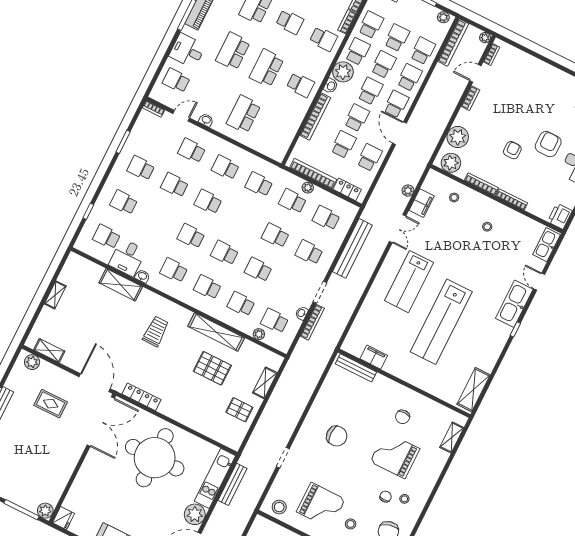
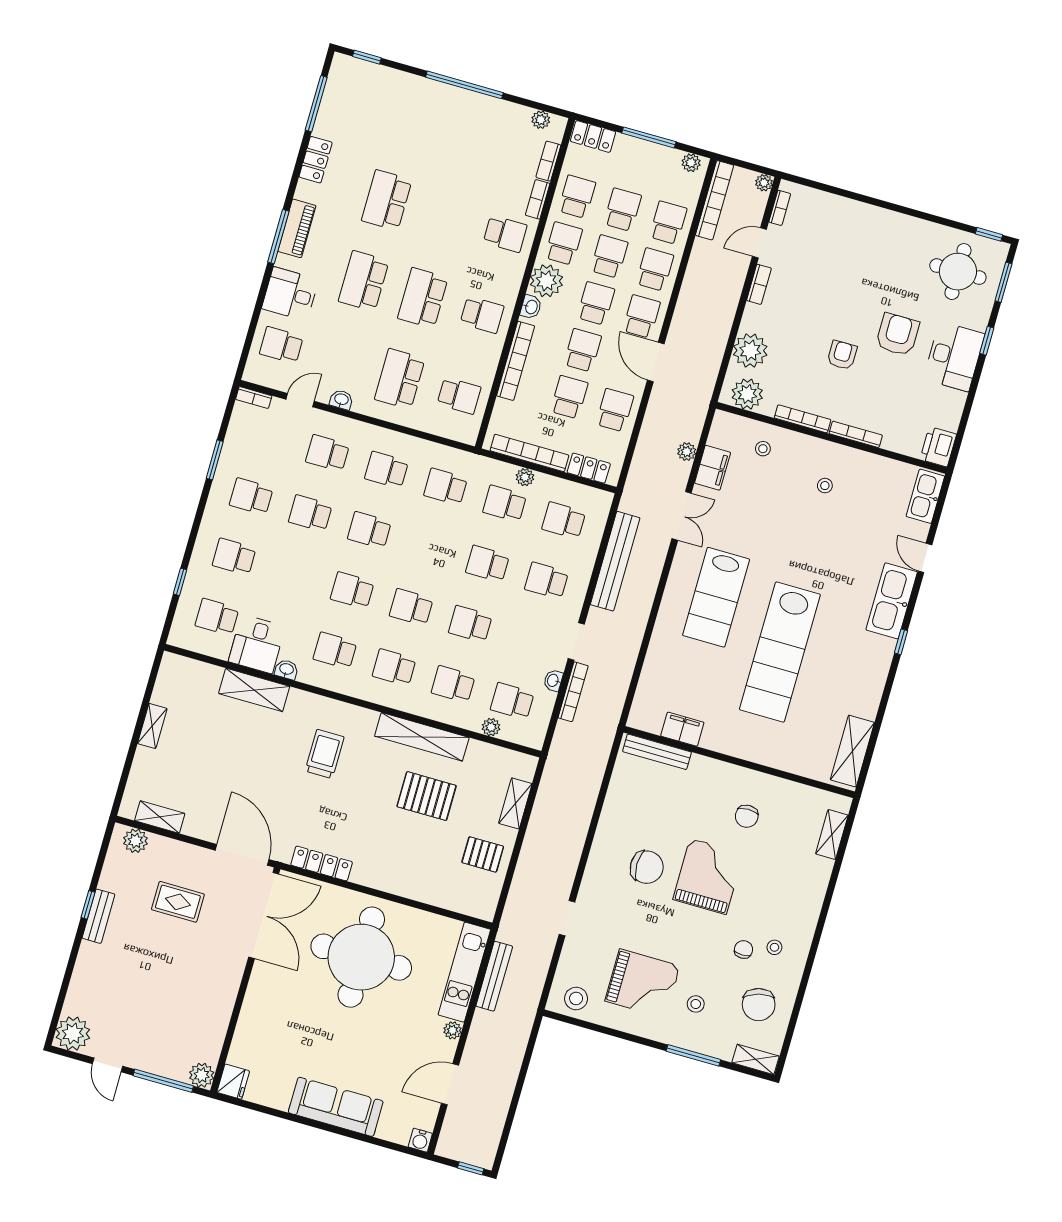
school desk: (290, 22) -> (459, 396), moved
grand piano: (395, 455) -> (708, 876), moved, turned 90
plant: (195, 514) -> (453, 1030), width x0.53, depth x0.53

